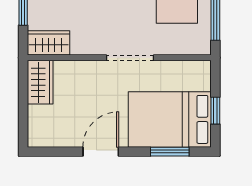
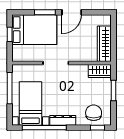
wardrobe: (40, 82) -> (104, 44), width x1.50
window: (170, 152) -> (45, 12), moved

